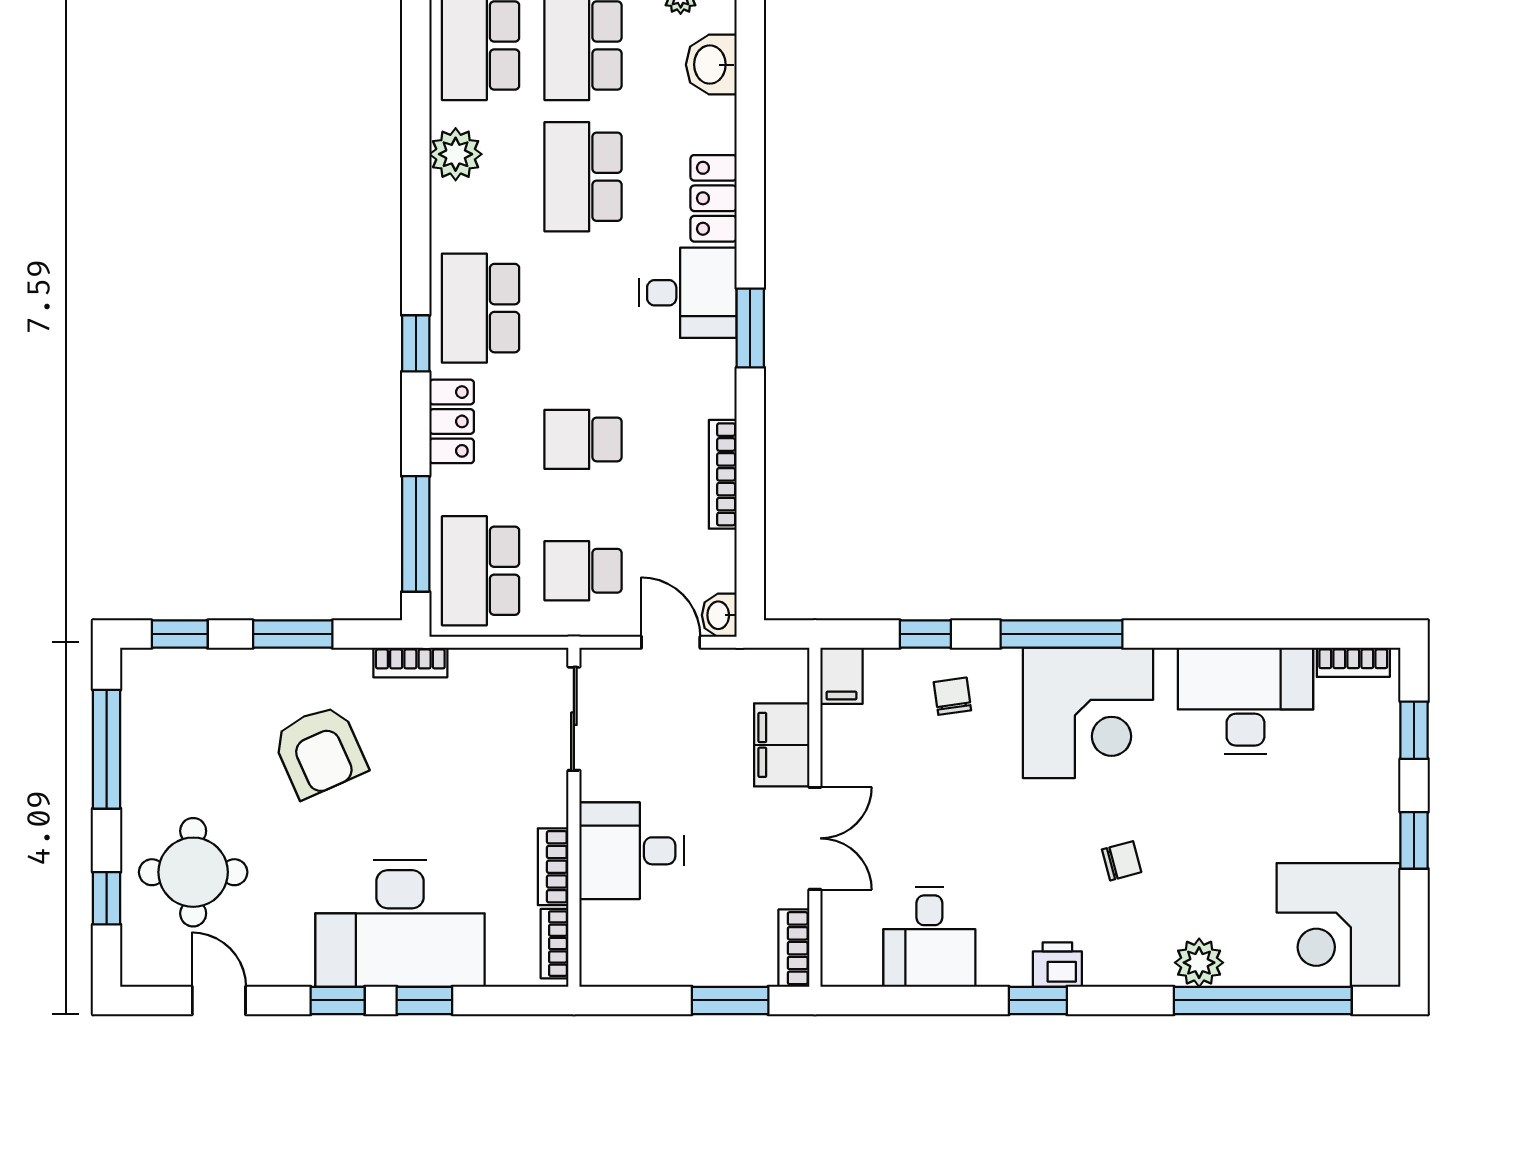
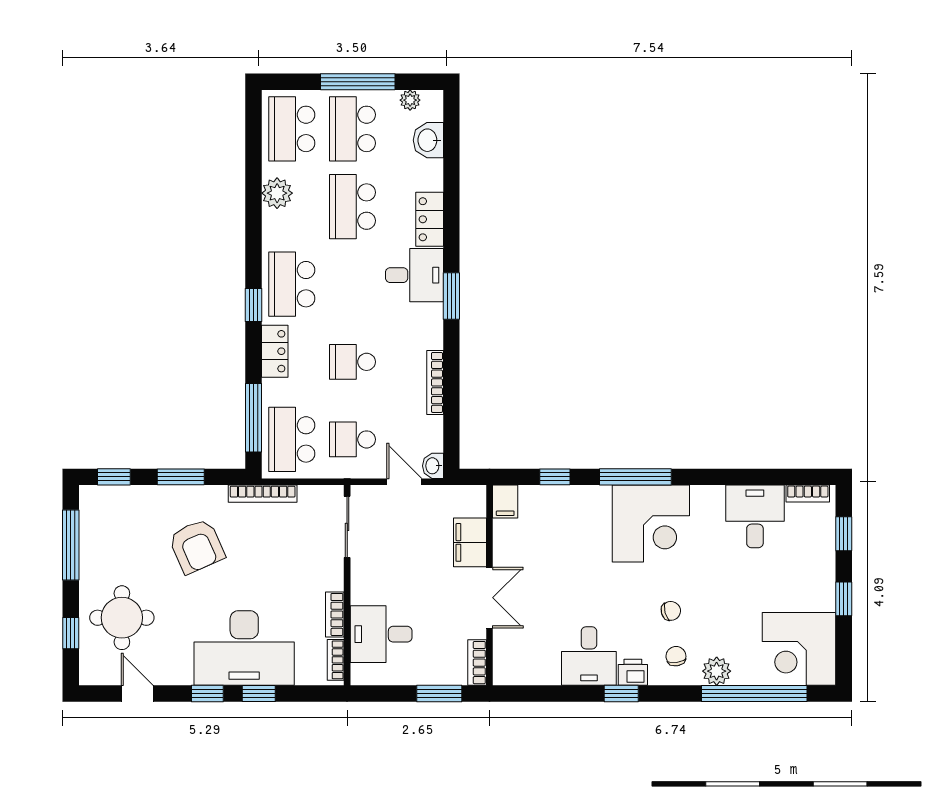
bookcase: (410, 663) -> (263, 494), width x1.56
chair: (952, 696) -> (676, 656), moved
desk: (1245, 701) -> (755, 516), width x0.73
desk: (631, 851) -> (381, 634), moved
desk: (929, 937) -> (589, 656), moved

